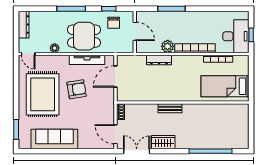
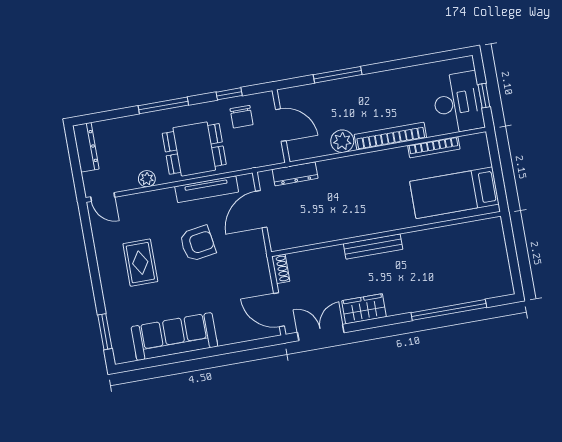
dresser: (159, 60) -> (295, 174), moved
rug: (43, 94) -> (140, 263), width x0.54, depth x0.49
bench: (170, 108) -> (373, 247), width x1.36

